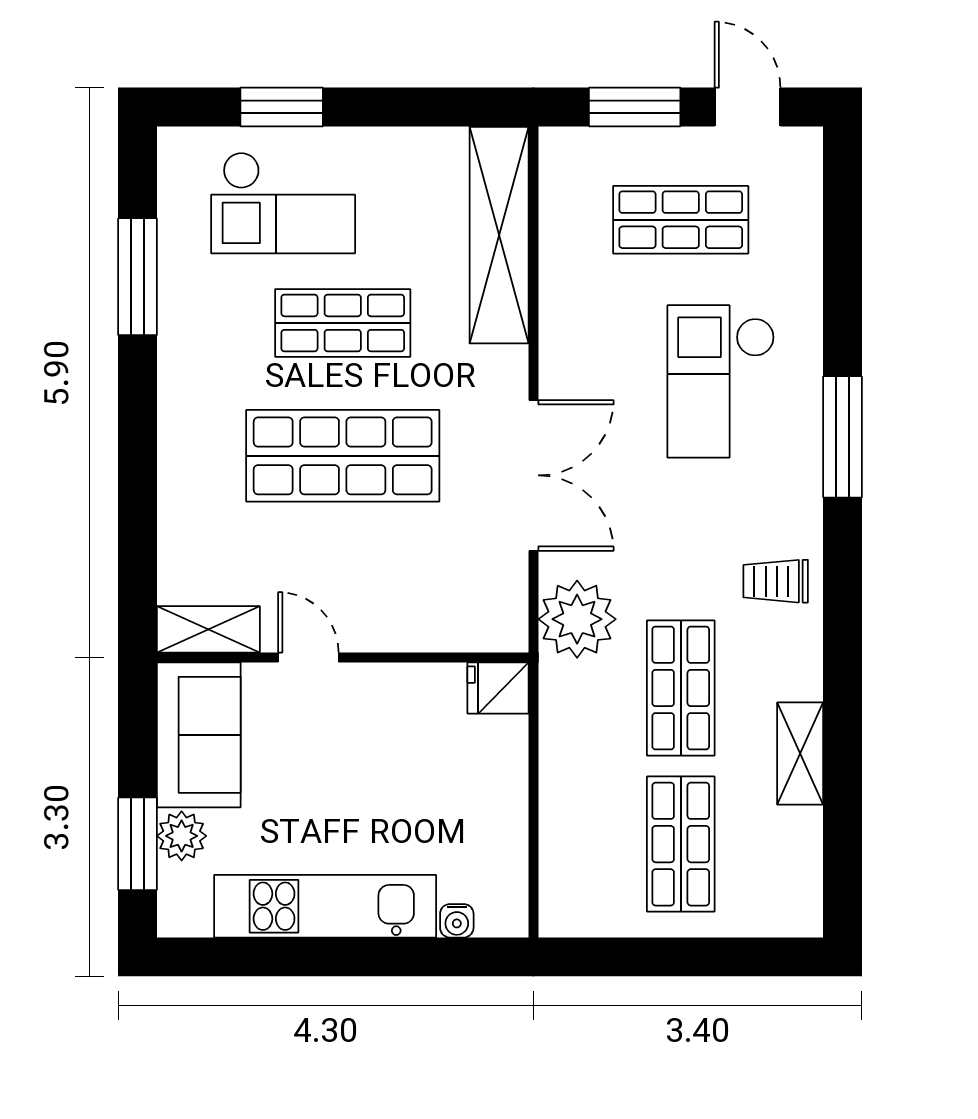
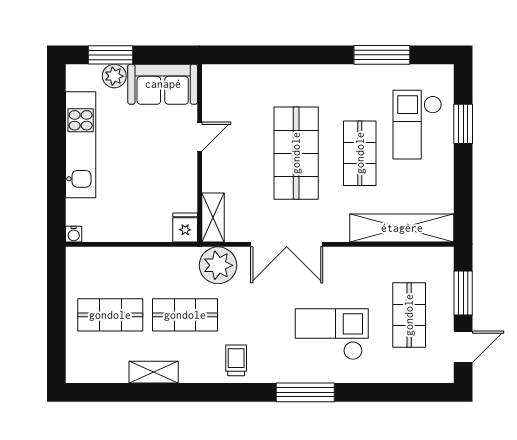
shelving: (208, 629) -> (213, 217), moved
water cooler: (457, 921) -> (74, 234), moved, turned -90

